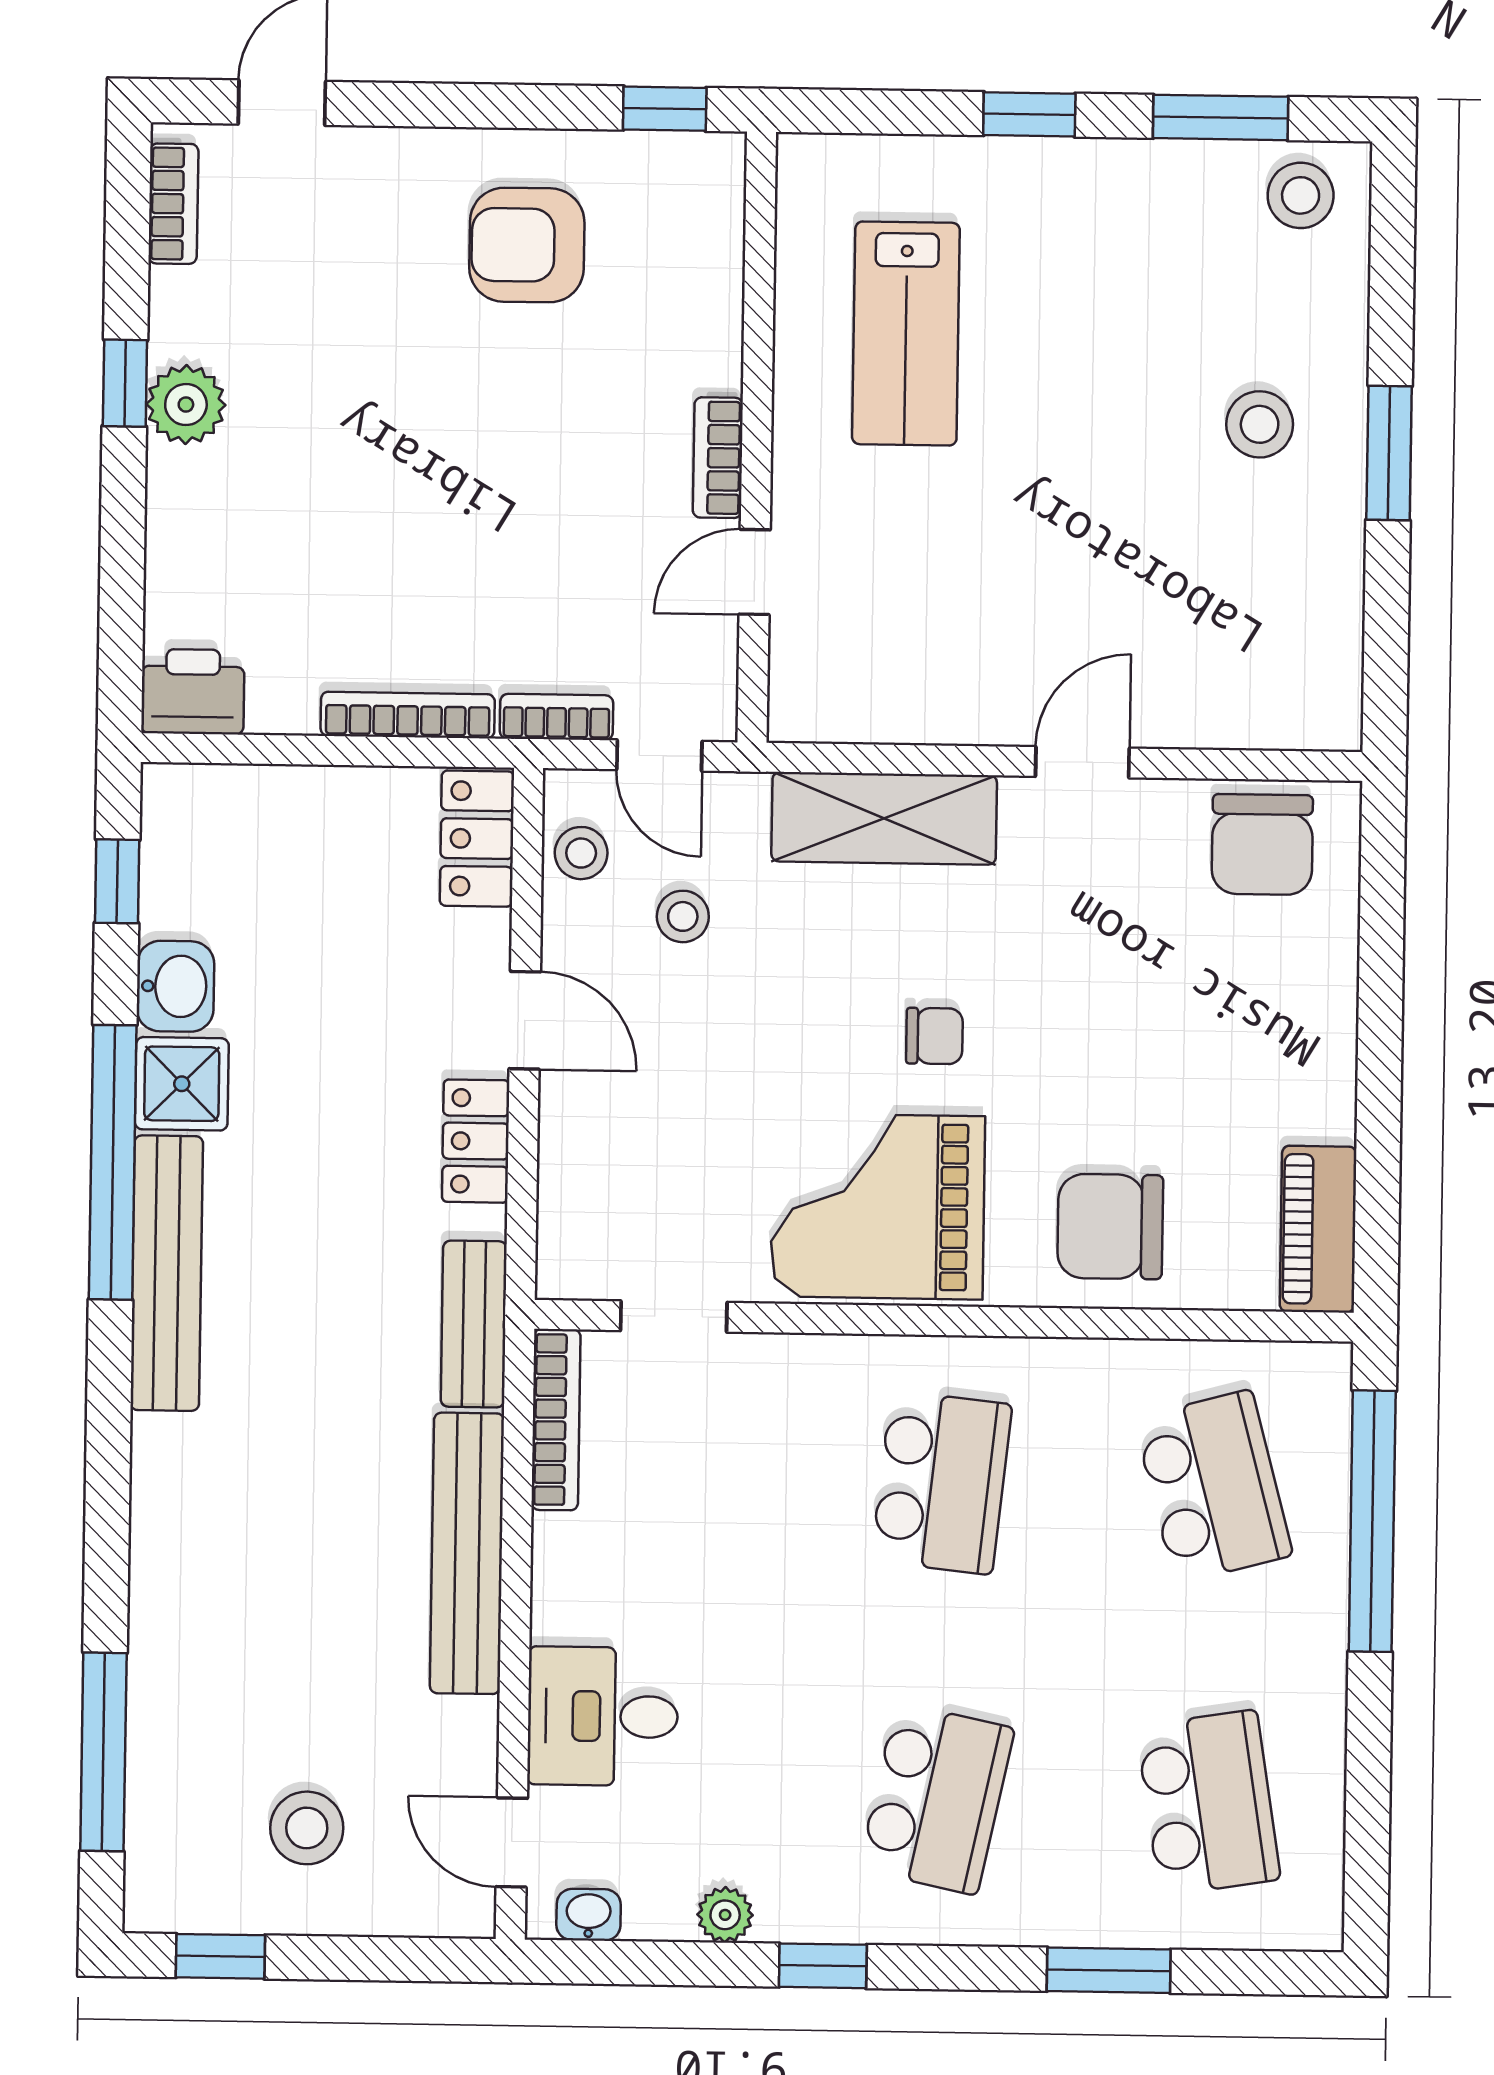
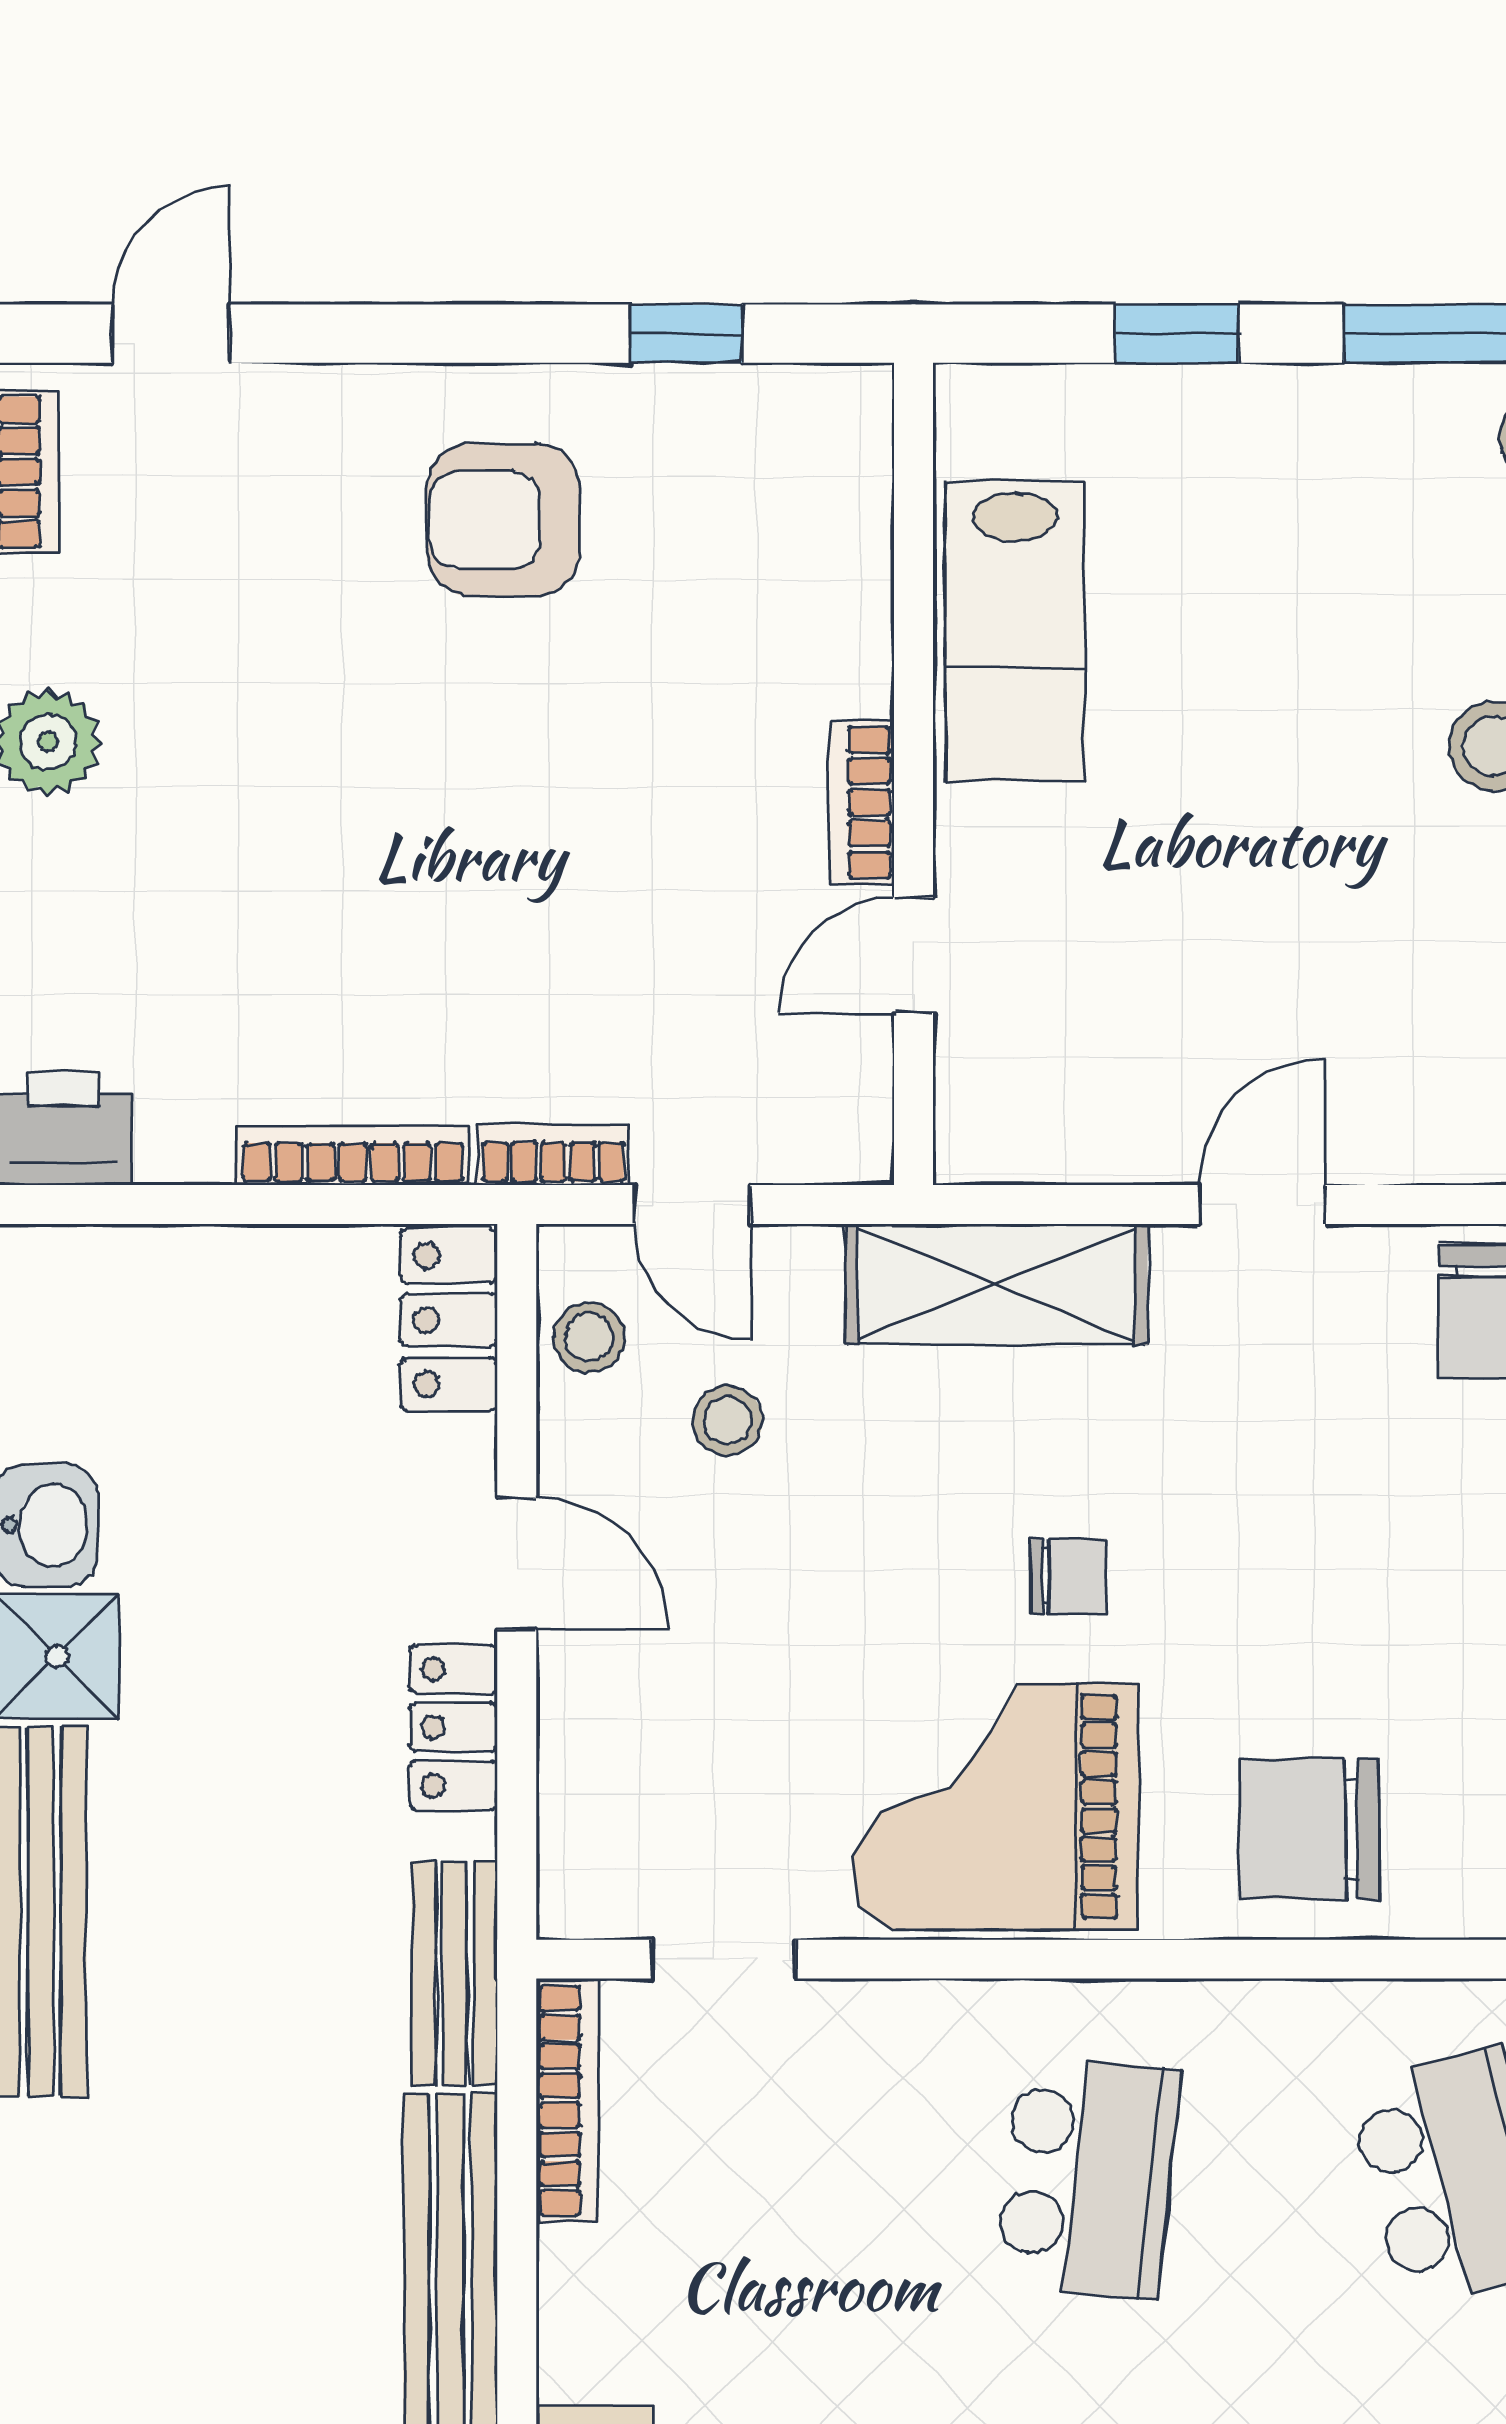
wall: (757, 437) -> (914, 774), moved
bookcase: (718, 458) -> (862, 802), moved
door: (755, 572) -> (914, 955), moved

